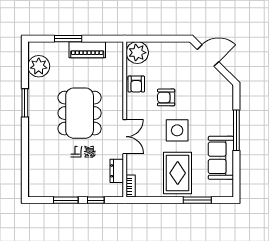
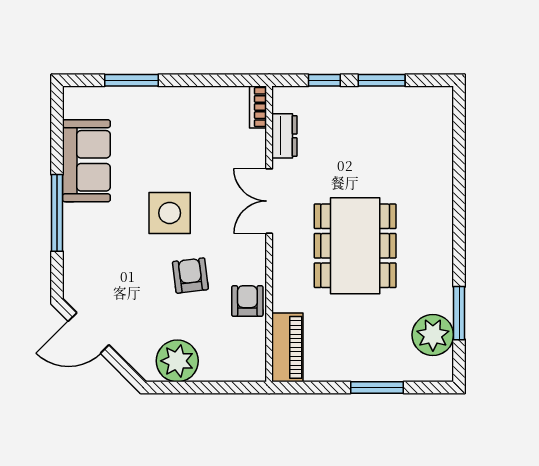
piano: (87, 50) -> (287, 347), moved, turned 90
plant: (137, 53) -> (177, 361), moved
door: (208, 56) -> (89, 333), moved
armchair: (166, 97) -> (190, 276), turned -97
window: (25, 103) -> (459, 313), moved
rug: (178, 173) -> (169, 132), removed

